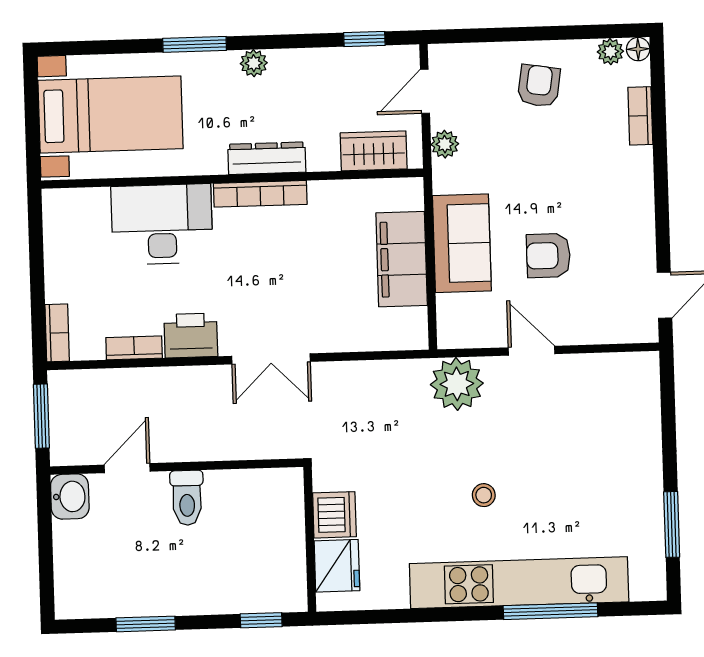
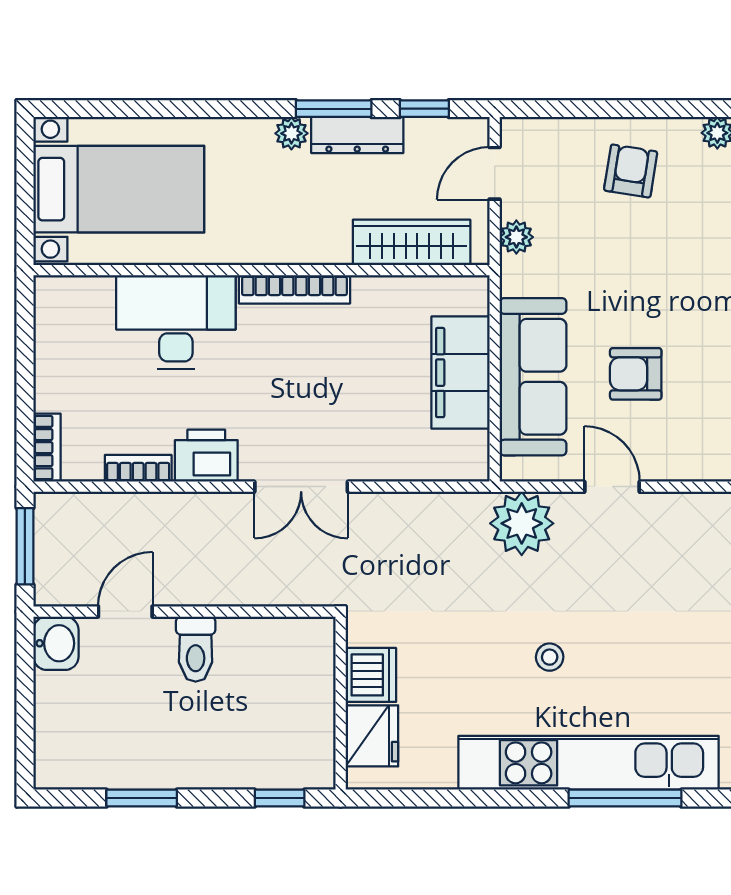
window: (195, 44) -> (334, 109), moved
wardrobe: (374, 151) -> (412, 242), width x1.50
dresser: (267, 158) -> (357, 135), moved, turned 180
sofa: (462, 243) -> (533, 377), width x1.36

